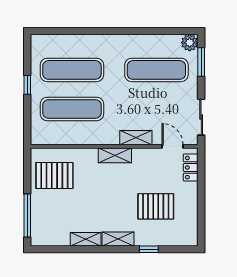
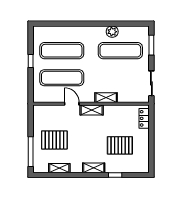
plant: (190, 43) -> (112, 32), moved
door: (173, 146) -> (72, 104), moved
pallet: (54, 176) -> (54, 140), moved
shelving: (86, 239) -> (59, 168), moved

